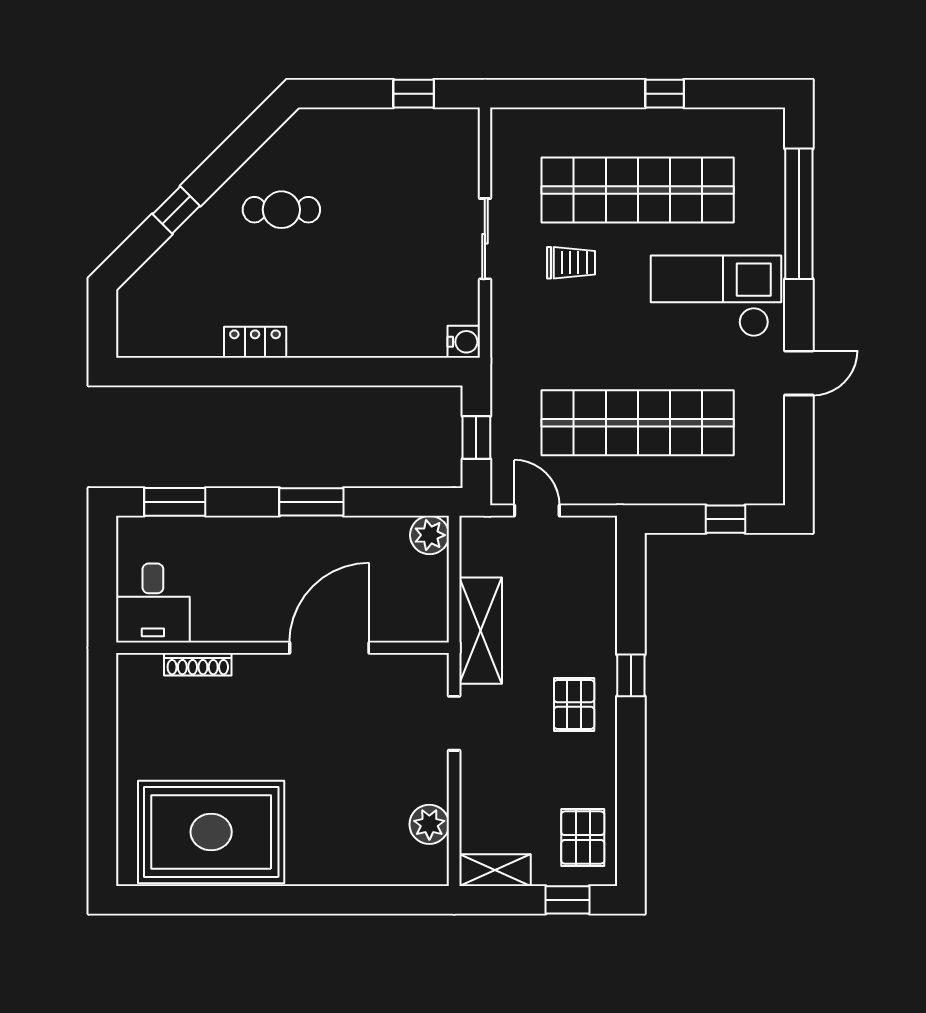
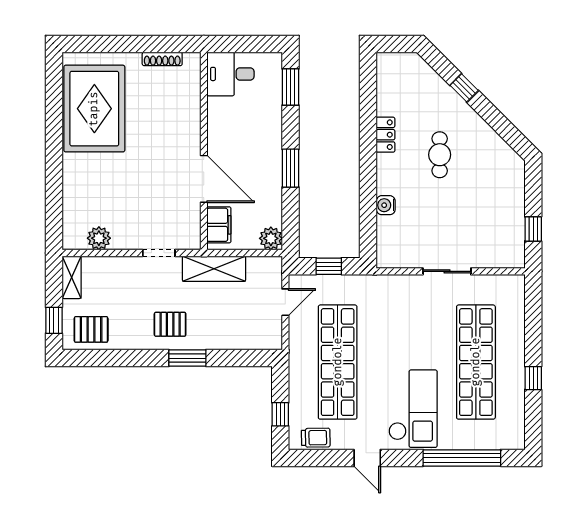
cafe table: (281, 210) -> (440, 155), moved
trolley: (571, 263) -> (316, 438), moved, turned -91
water cooler: (464, 342) -> (386, 205), moved, turned 90
filing cabinet: (407, 622) -> (219, 225), added
shoe rack: (198, 664) -> (162, 59), moved, turned -90
window: (631, 675) -> (187, 358), width x1.50

